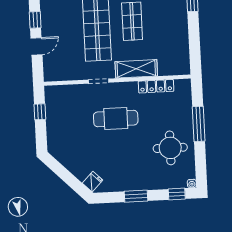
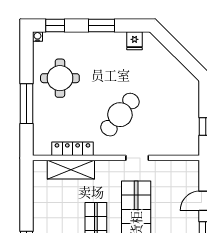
shelving: (136, 69) -> (71, 170), moved
cafe table: (116, 118) -> (120, 115), turned -51
fridge: (92, 182) -> (135, 41), moved, turned -45

